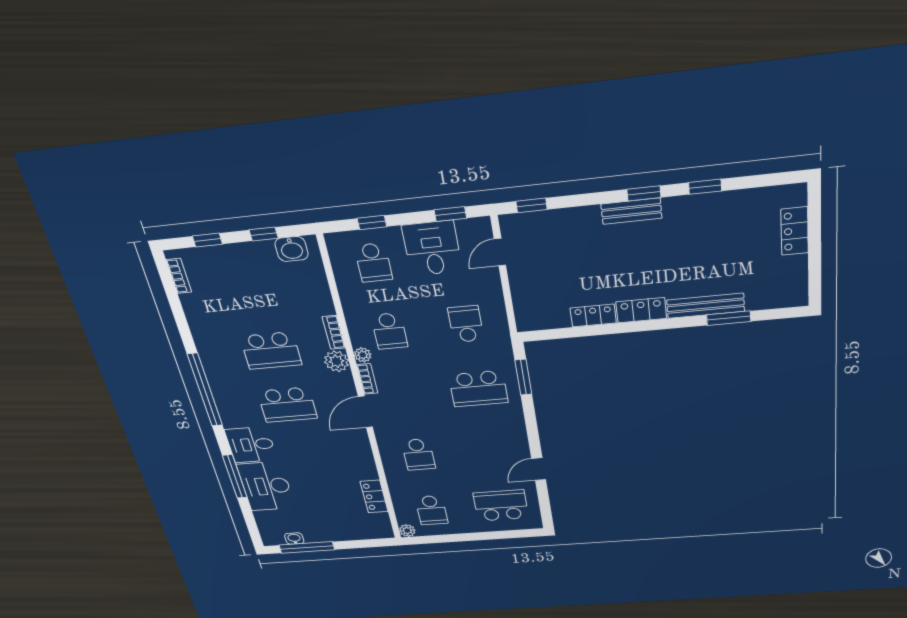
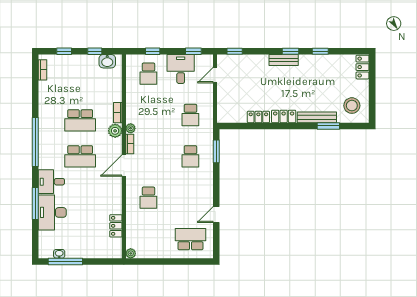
locker: (795, 231) -> (363, 67), moved
stool: (774, 279) -> (352, 106), added
school desk: (466, 324) -> (190, 115), turned 180
school desk: (389, 331) -> (148, 115), removed
school desk: (478, 389) -> (190, 156), width x0.54
school desk: (432, 510) -> (148, 239), removed

